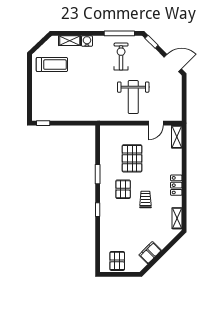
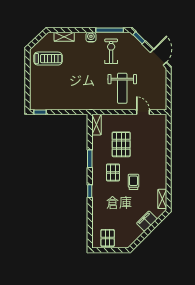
water cooler: (87, 41) -> (91, 37), moved
door: (173, 63) -> (158, 57), hinge flipped
door: (156, 123) -> (143, 112), swing flipped
shelving: (177, 137) -> (97, 125), moved
locker: (176, 185) -> (162, 169), removed
filing cabinet: (150, 253) -> (147, 221), moved

